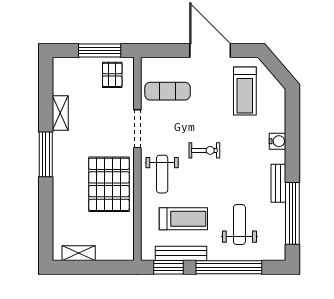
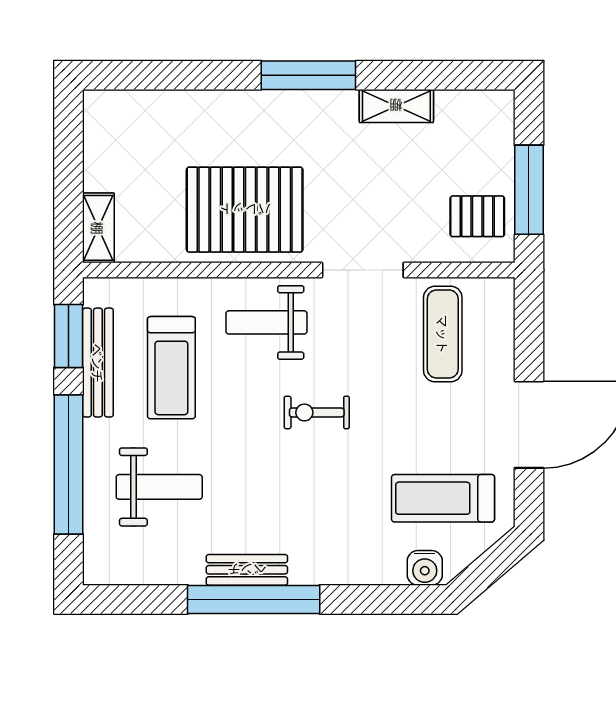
water cooler: (278, 141) -> (425, 568), moved
exercise bike: (204, 150) -> (317, 412), turned 90
window: (292, 213) -> (254, 599), moved
shelving: (79, 253) -> (98, 228), moved

